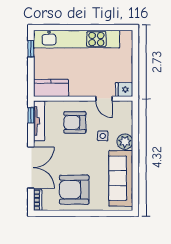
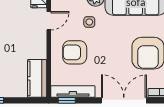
armchair: (75, 122) -> (75, 52), turned 90

